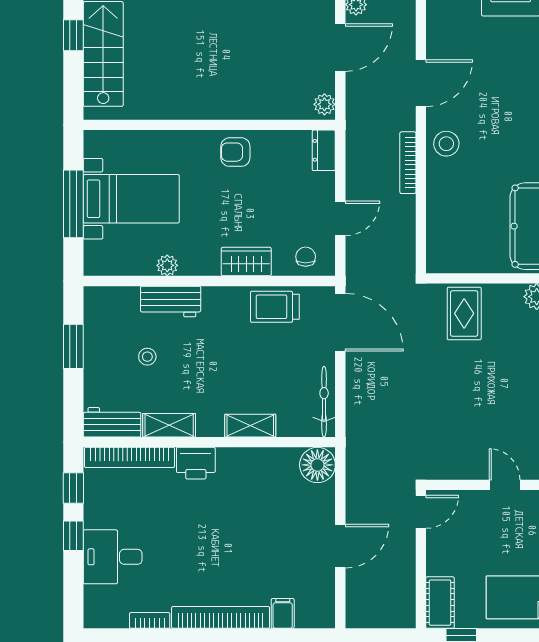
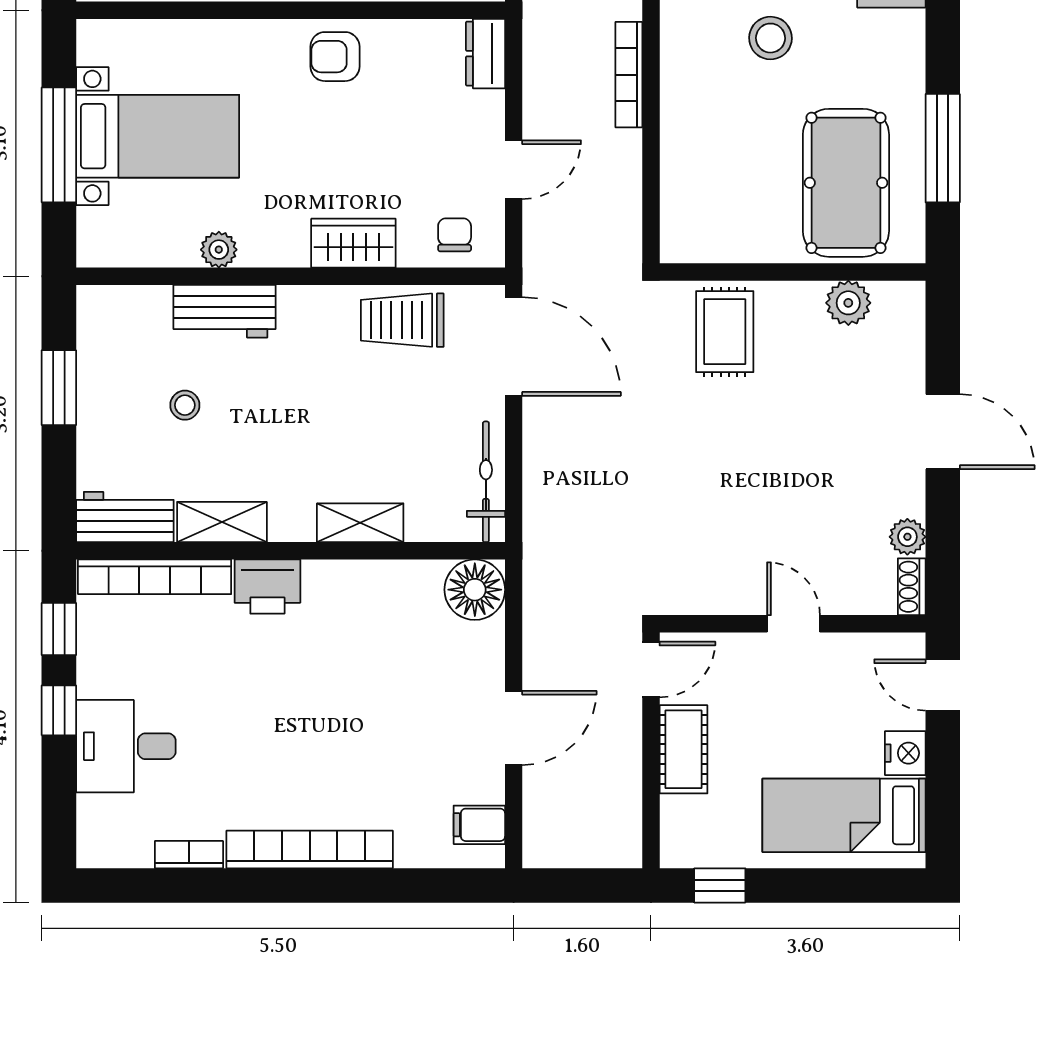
stool: (446, 144) -> (770, 38), moved
cot: (440, 603) -> (683, 749), moved
filing cabinet: (283, 613) -> (479, 825), moved, turned -90

